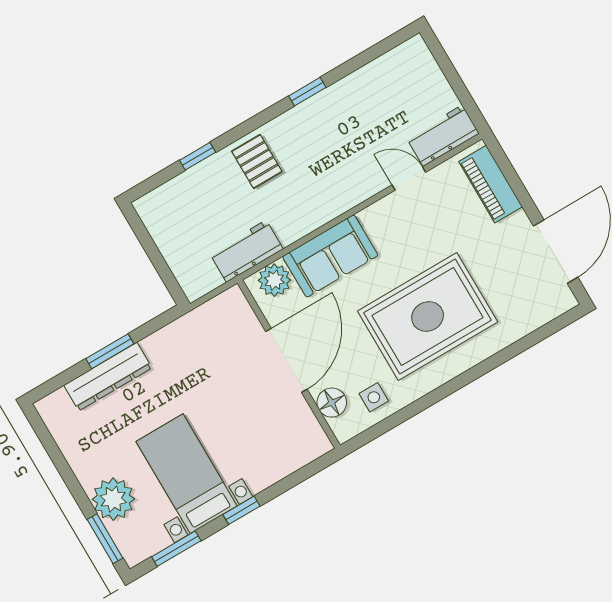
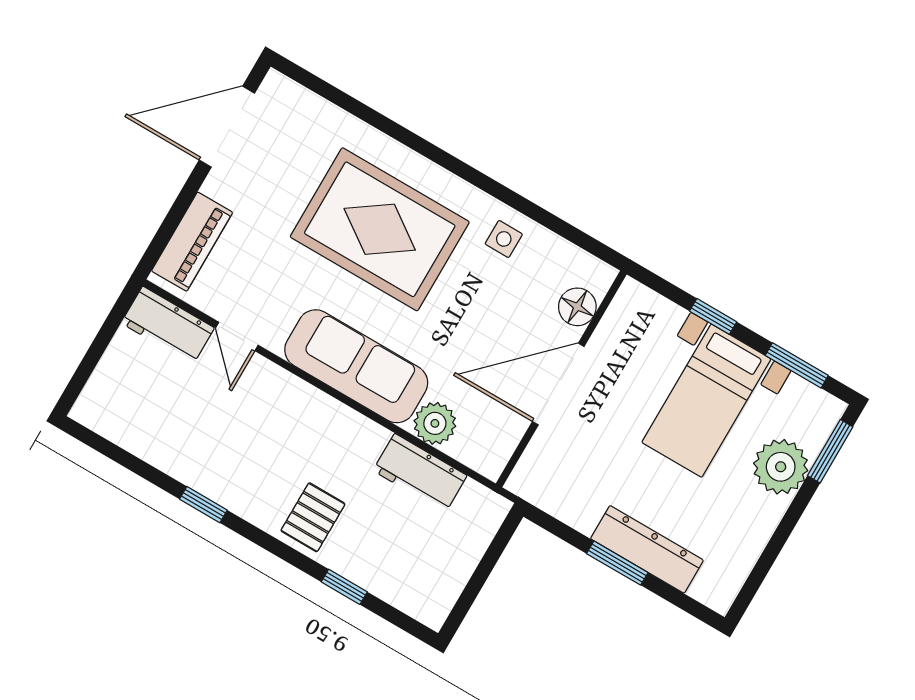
sofa: (330, 256) -> (356, 366), width x1.36
door: (286, 360) -> (558, 384), moved
wall: (289, 364) -> (561, 379), moved
floor lamp: (332, 403) -> (577, 307), moved

